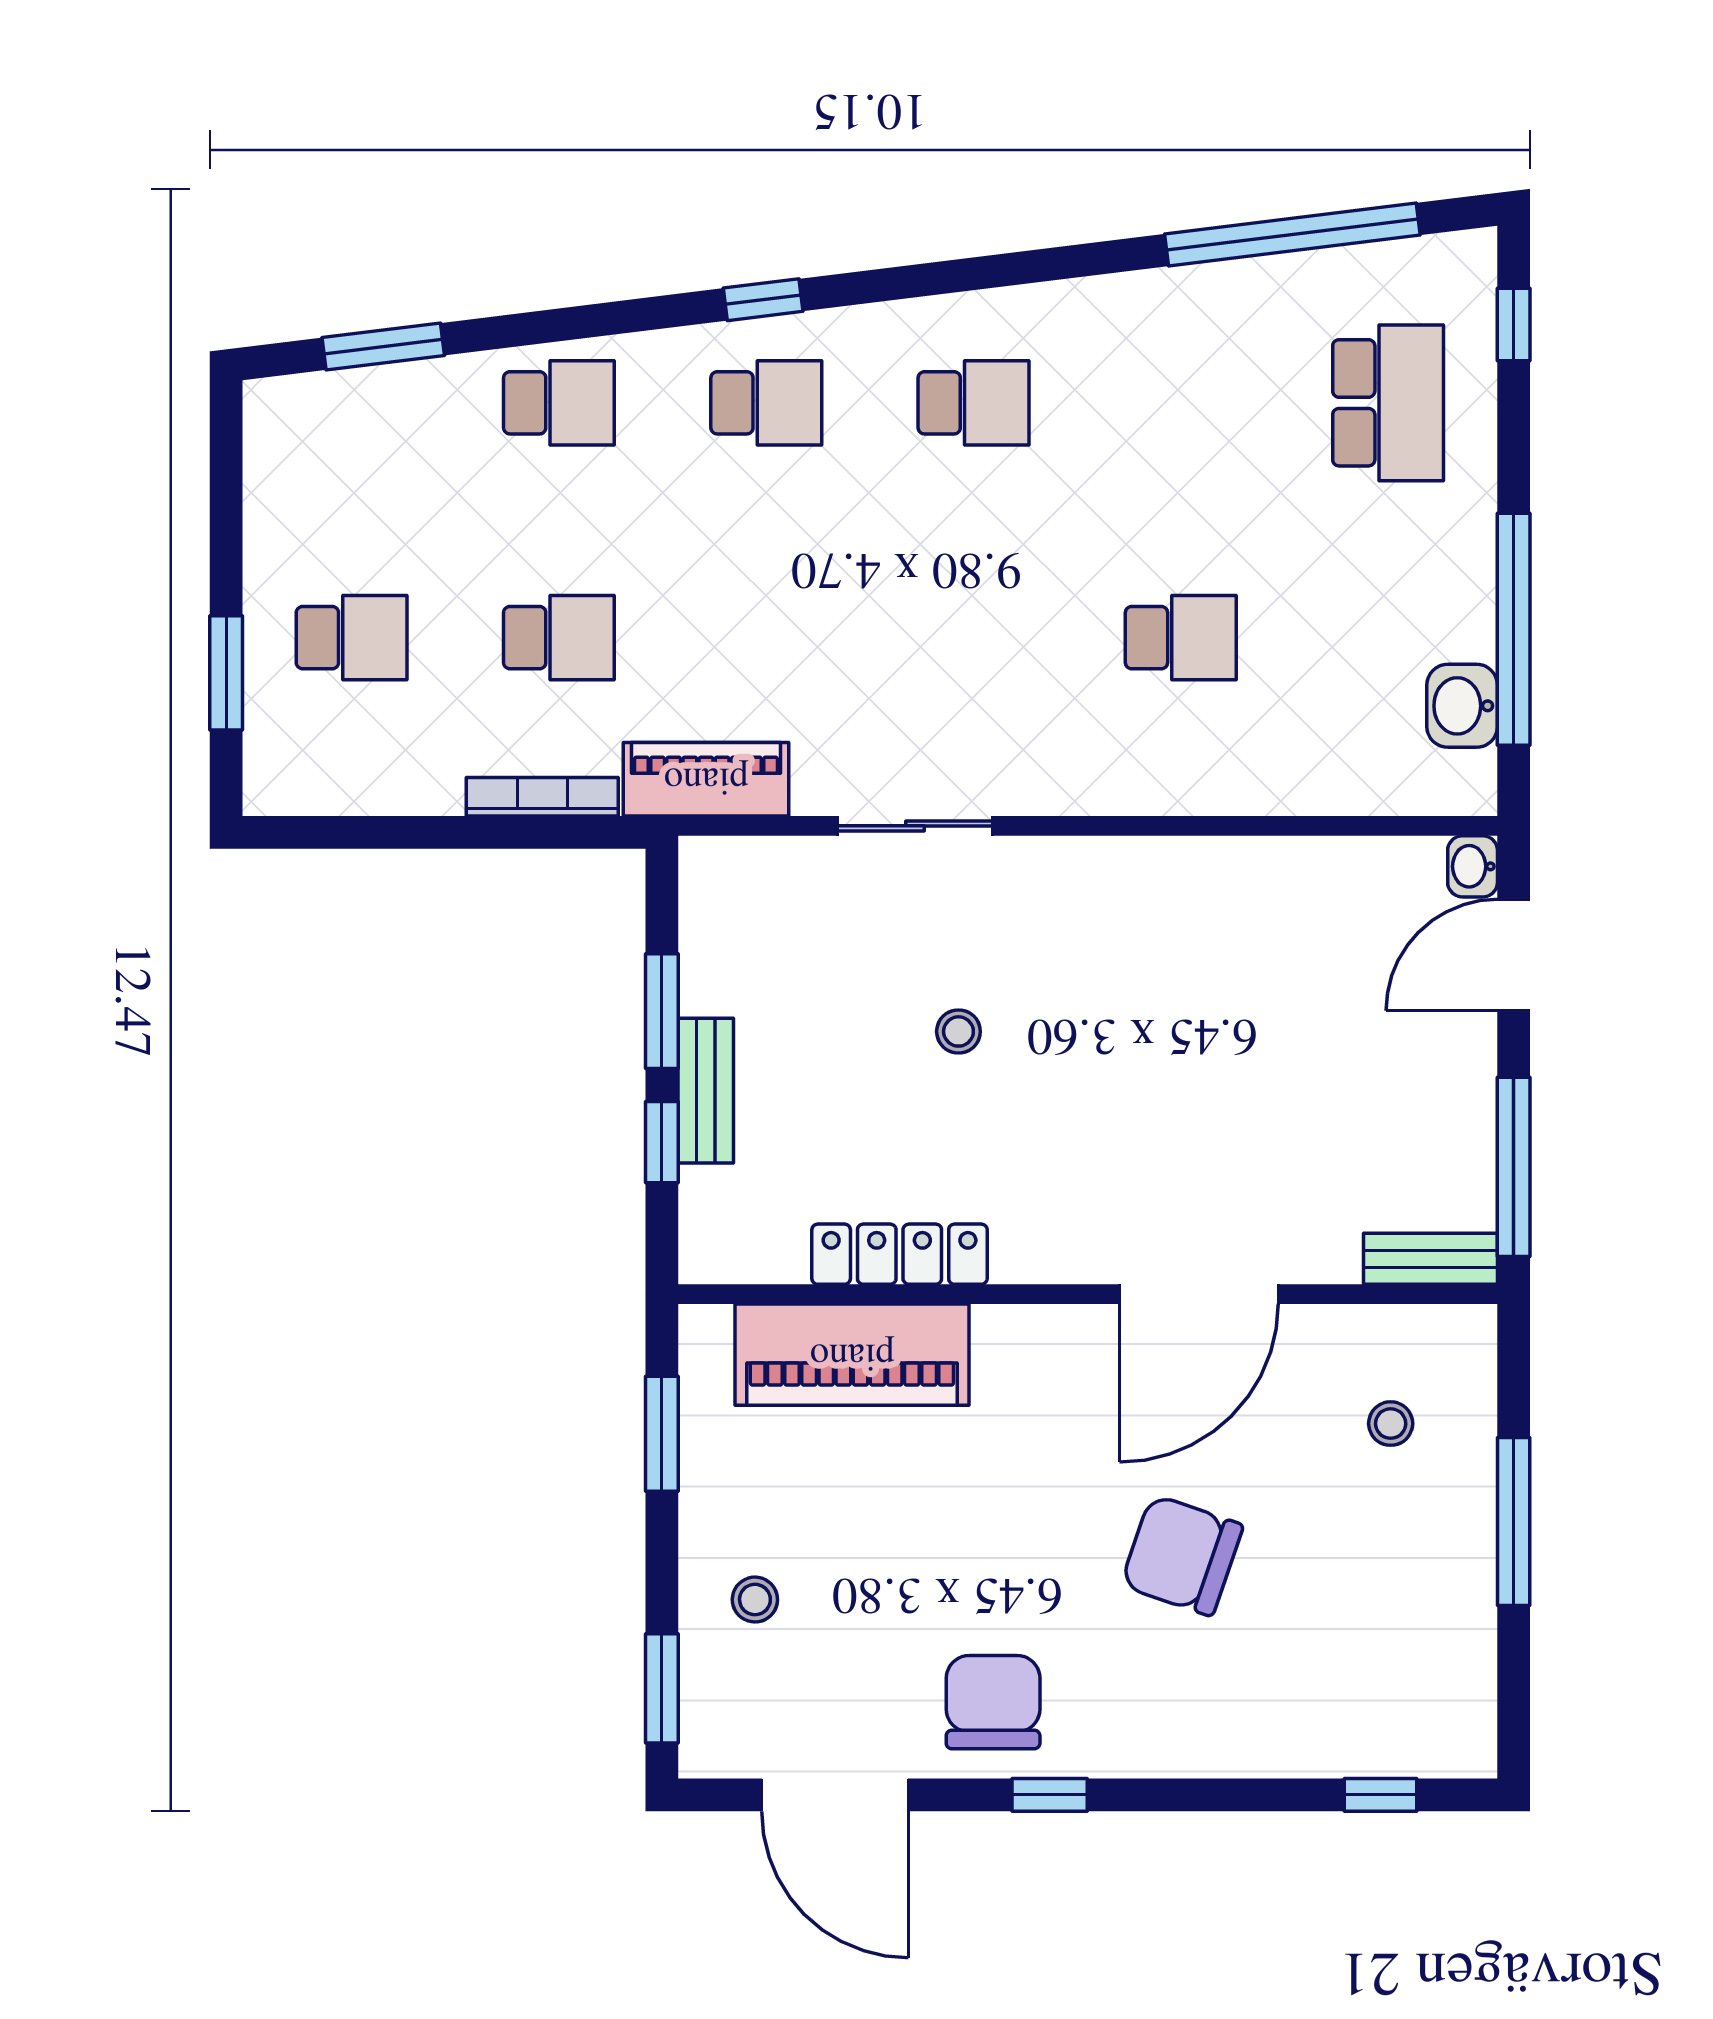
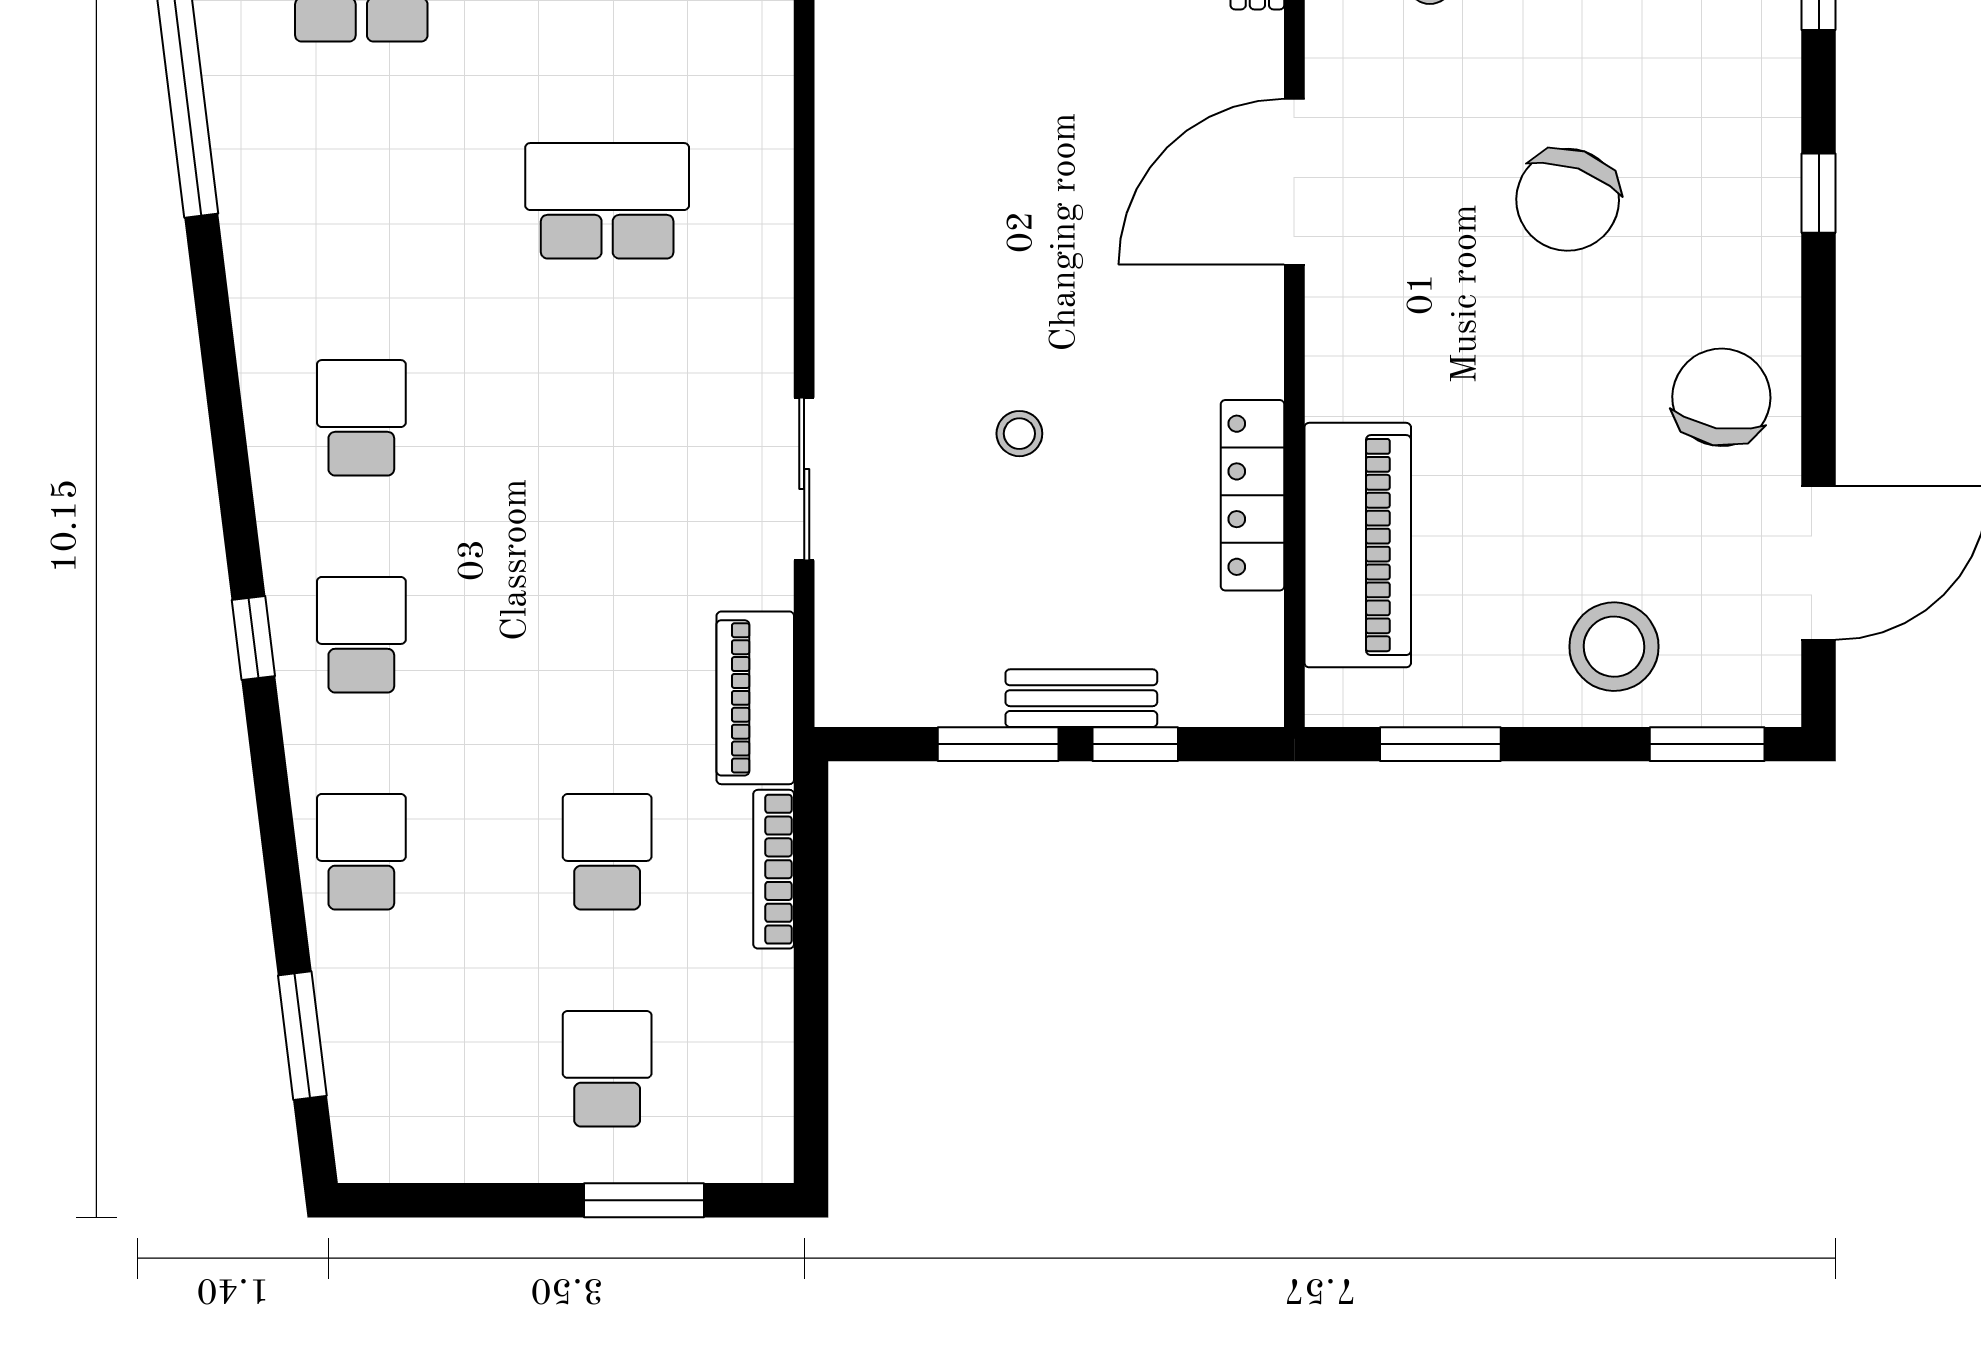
school desk: (1181, 638) -> (607, 201), width x1.85
door: (1199, 1294) -> (1294, 182), swing flipped
stool: (755, 1600) -> (1614, 647), width x1.89, depth x1.89
chair: (993, 1702) -> (1721, 397), turned 100
window: (1050, 1795) -> (1819, 193), moved

